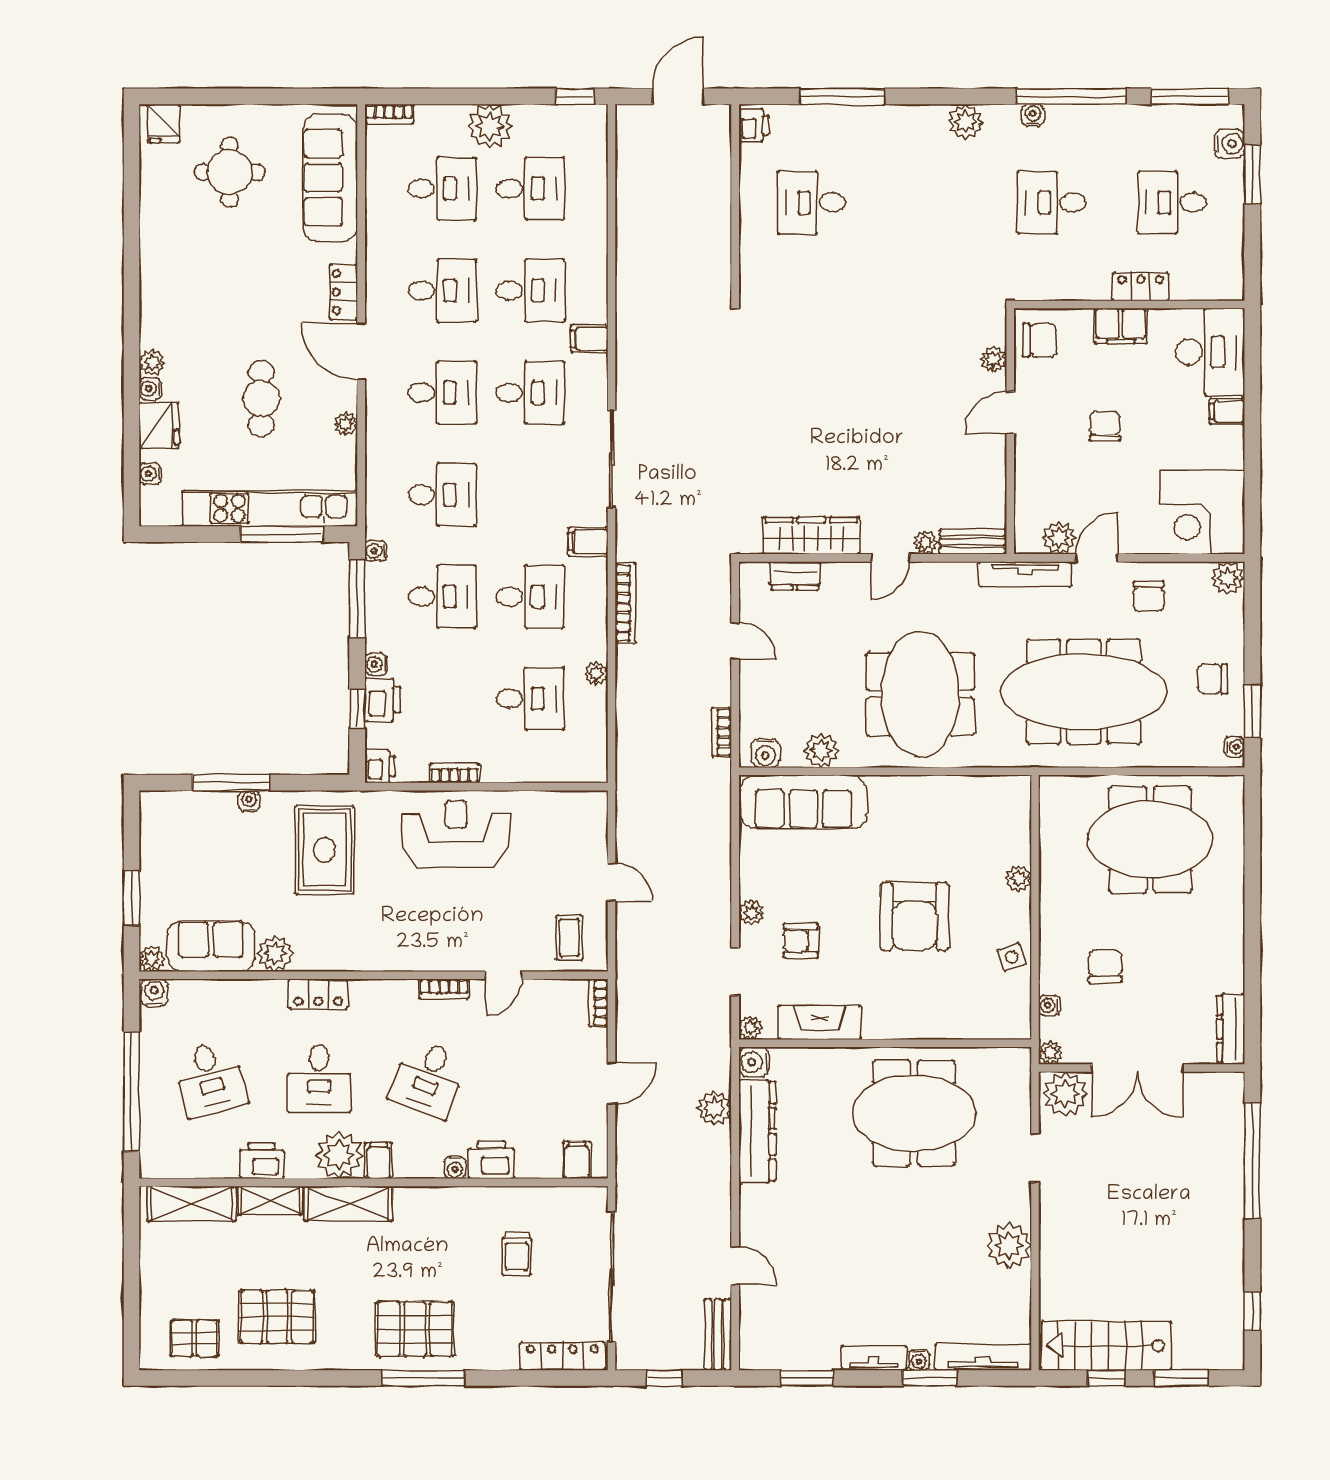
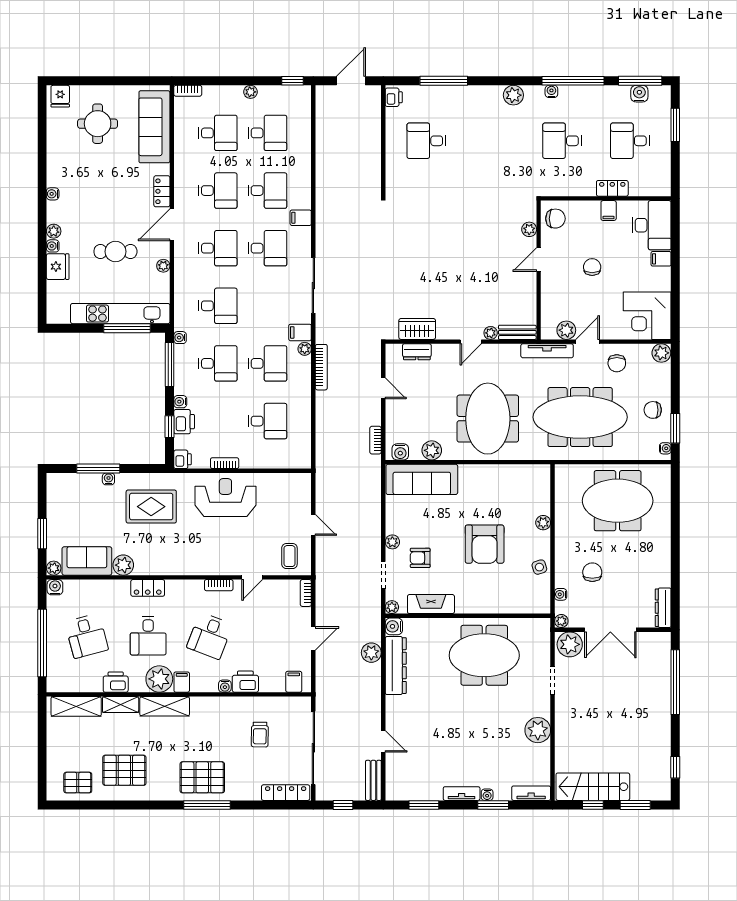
plant: (490, 126) -> (250, 92), width x0.53, depth x0.53
water cooler: (1230, 144) -> (639, 94), moved, turned -90
filing cabinet: (1121, 326) -> (609, 211), width x0.50
door: (361, 351) -> (172, 225), hinge flipped
cafe table: (261, 399) -> (115, 252), turned 90
water cooler: (150, 474) -> (53, 194), moved
wardrobe: (811, 536) -> (417, 329), width x0.67
plant: (596, 674) -> (305, 349), moved
rug: (325, 850) -> (151, 507), turned 90
tv unit: (983, 1357) -> (531, 793), width x0.71

